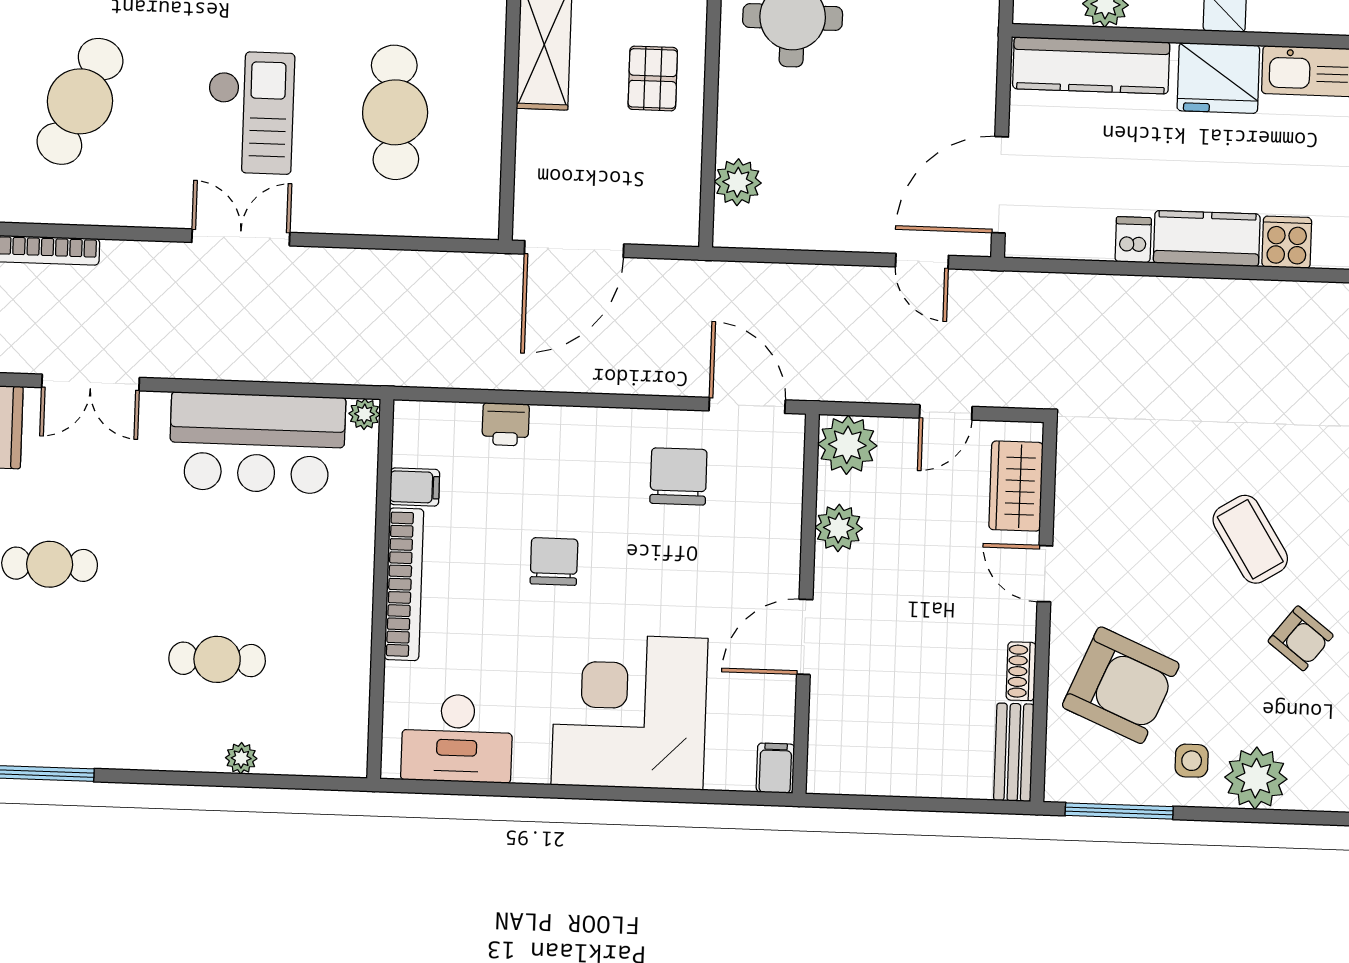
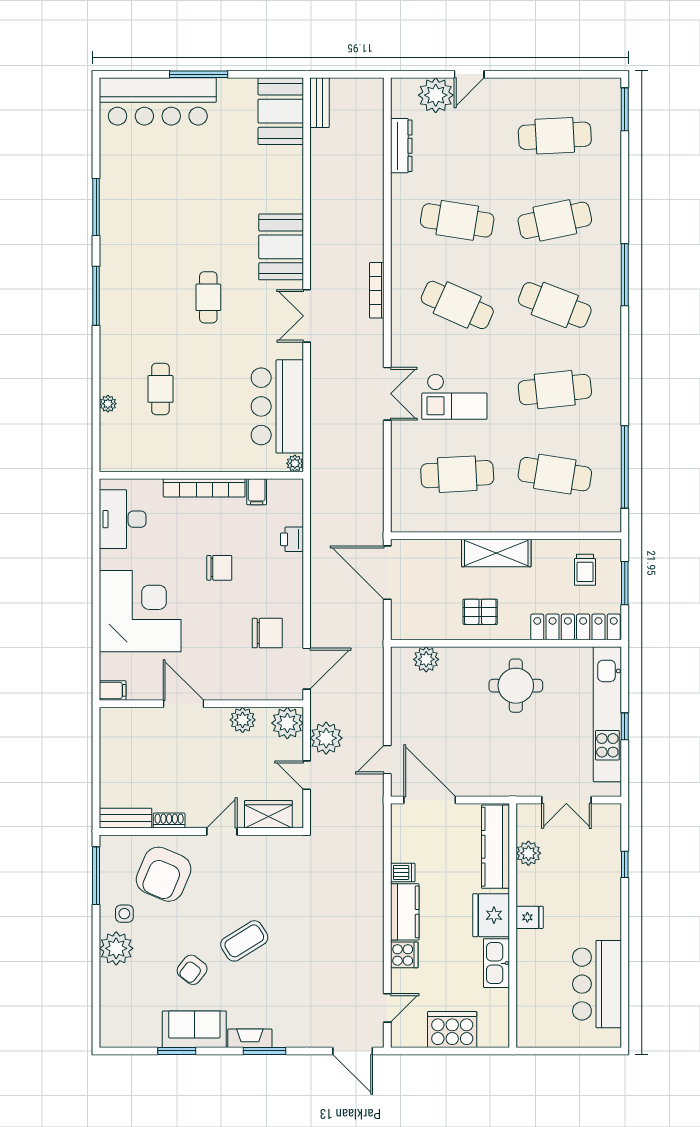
plant: (878, 374) -> (326, 738), added

